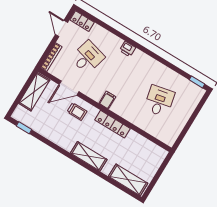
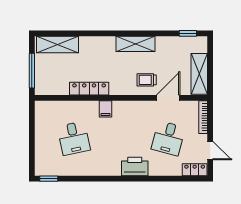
printer: (127, 49) -> (135, 167), width x1.87, depth x1.48
filing cabinet: (107, 100) -> (105, 109), moved
locker: (112, 124) -> (89, 89), moved
shelving: (89, 156) -> (136, 44), moved
window: (160, 172) -> (32, 71), added

